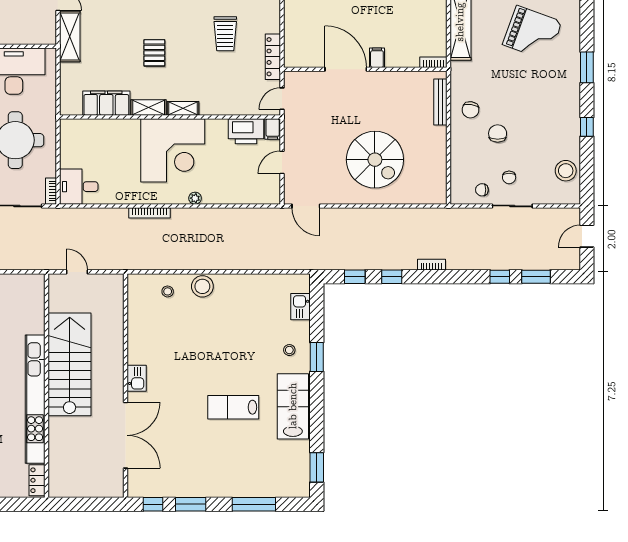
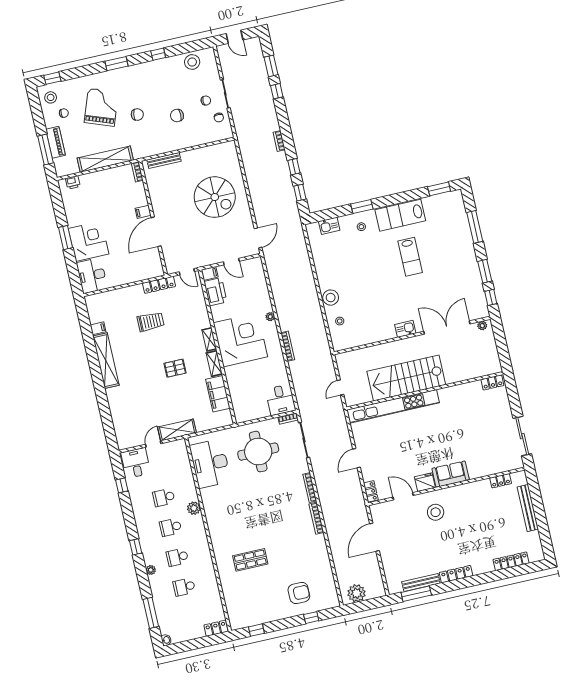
chair: (470, 110) -> (137, 115), moved
spiral stairs: (375, 160) -> (215, 197), turned 90
kitchen unit: (35, 399) -> (393, 406), moved
plant: (117, 484) -> (482, 326), added

